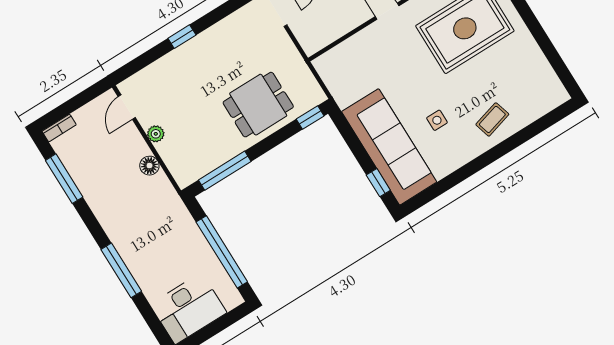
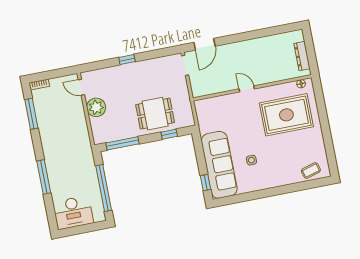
door: (127, 107) -> (81, 87), hinge flipped
window: (310, 118) -> (169, 134), moved
coffee table: (492, 119) -> (311, 171), moved
plant: (156, 134) -> (96, 107), width x1.87, depth x1.87
floor lamp: (149, 166) -> (82, 125), removed

